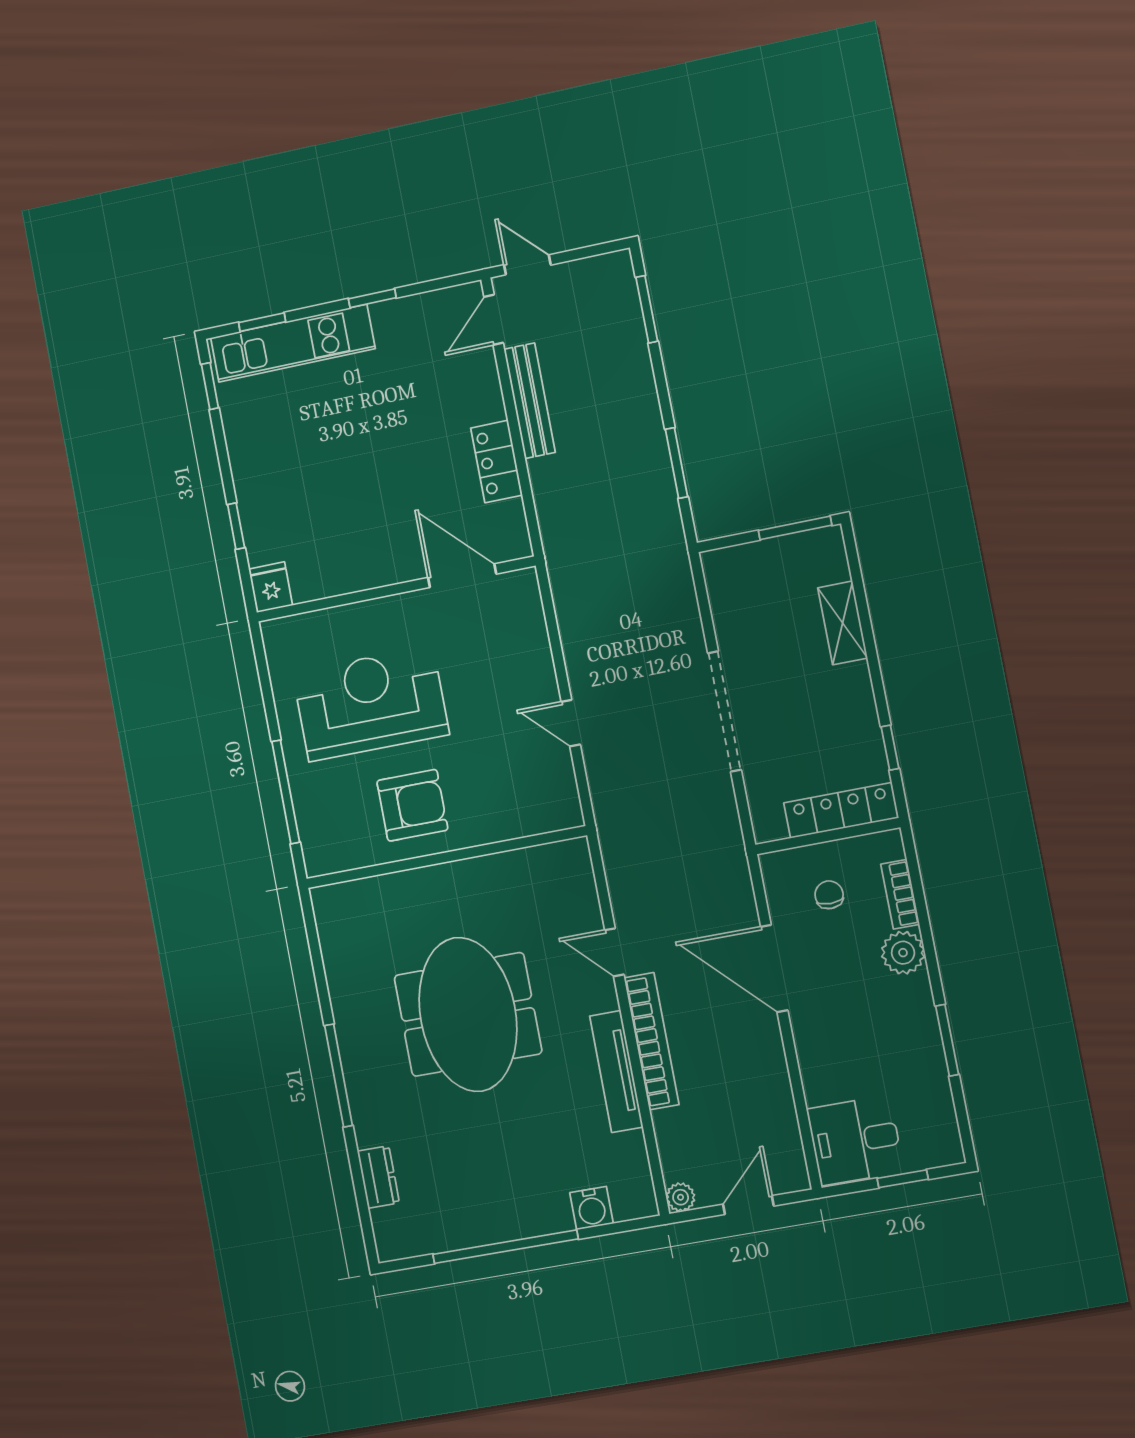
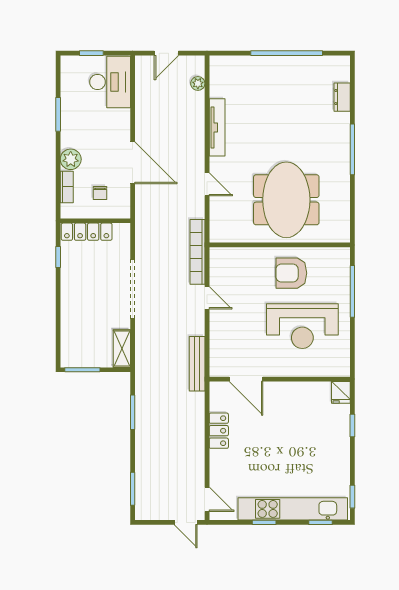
door: (494, 320) -> (207, 499), hinge flipped
kitchen unit: (293, 343) -> (293, 509), width x1.36
bench: (530, 401) -> (197, 364), moved
shelving: (843, 623) -> (122, 349), moved
meeting table: (468, 1014) -> (286, 200), moved
bookcase: (652, 1041) -> (197, 252), moved
desk: (855, 1140) -> (110, 82), width x1.37
plant: (681, 1197) -> (198, 83), moved
water cooler: (592, 1208) -> (241, 65), removed

